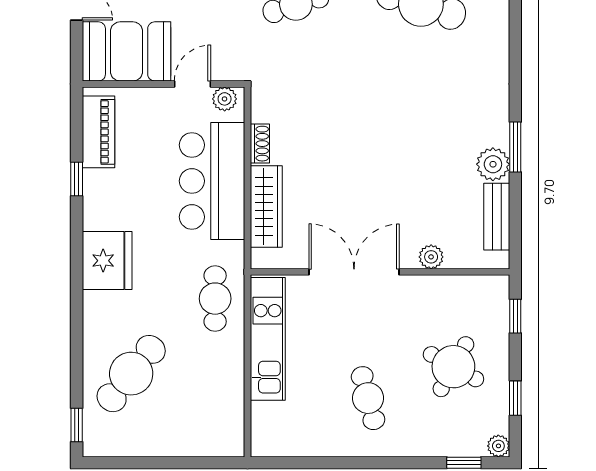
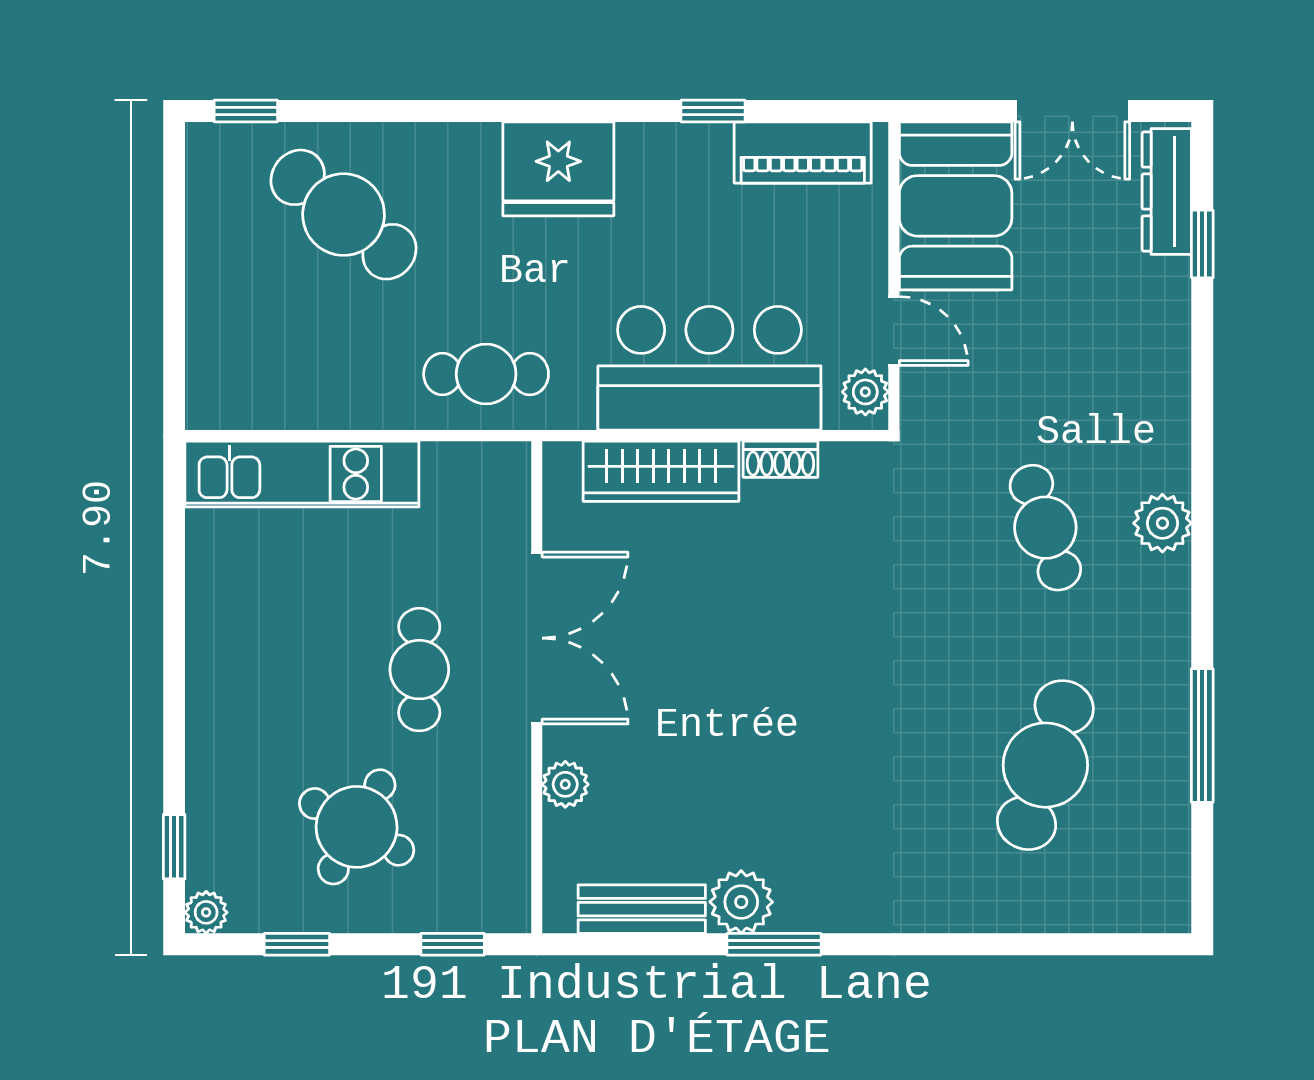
kitchen unit: (268, 339) -> (302, 474), moved
cafe table: (368, 398) -> (419, 670), moved, turned -75

